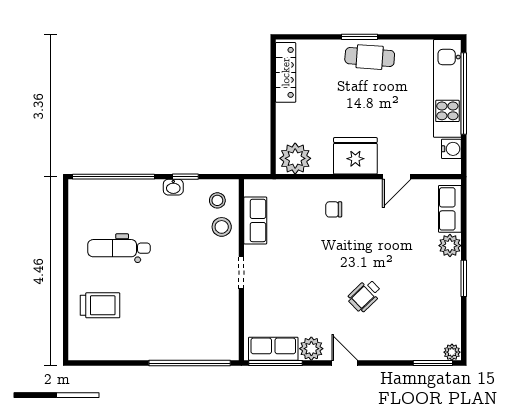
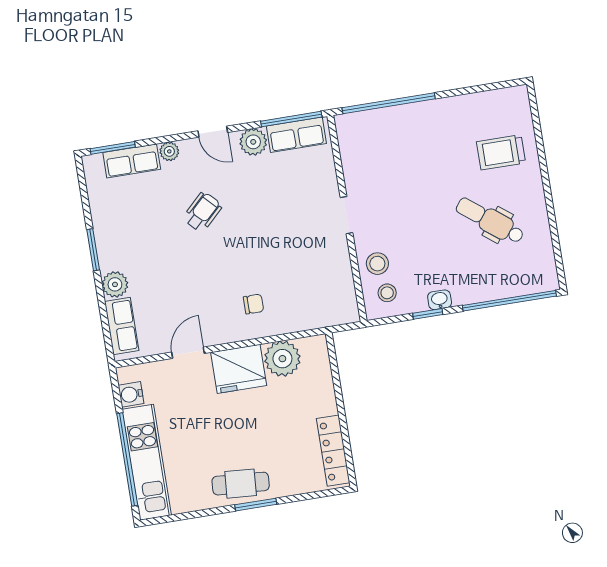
plant: (295, 158) -> (282, 359), moved
row of seats: (255, 220) -> (132, 161), moved, turned -90
dental chair: (119, 248) -> (490, 221), turned -142
plant: (452, 352) -> (169, 151), moved

